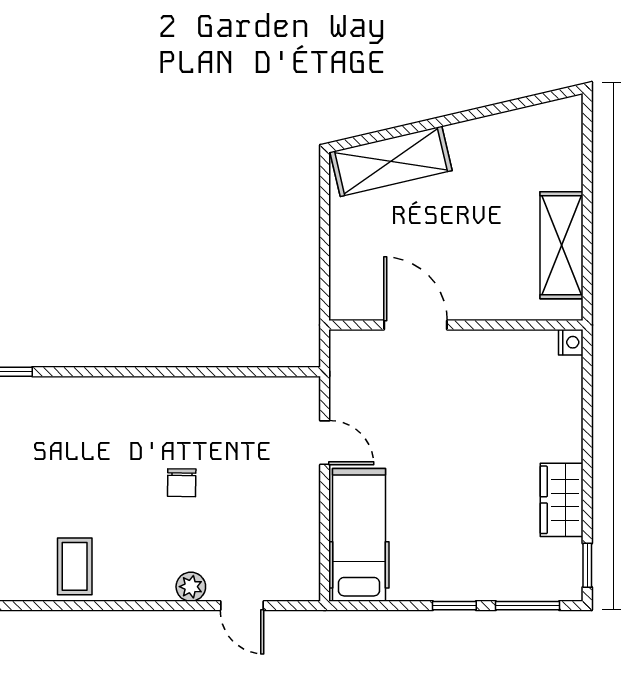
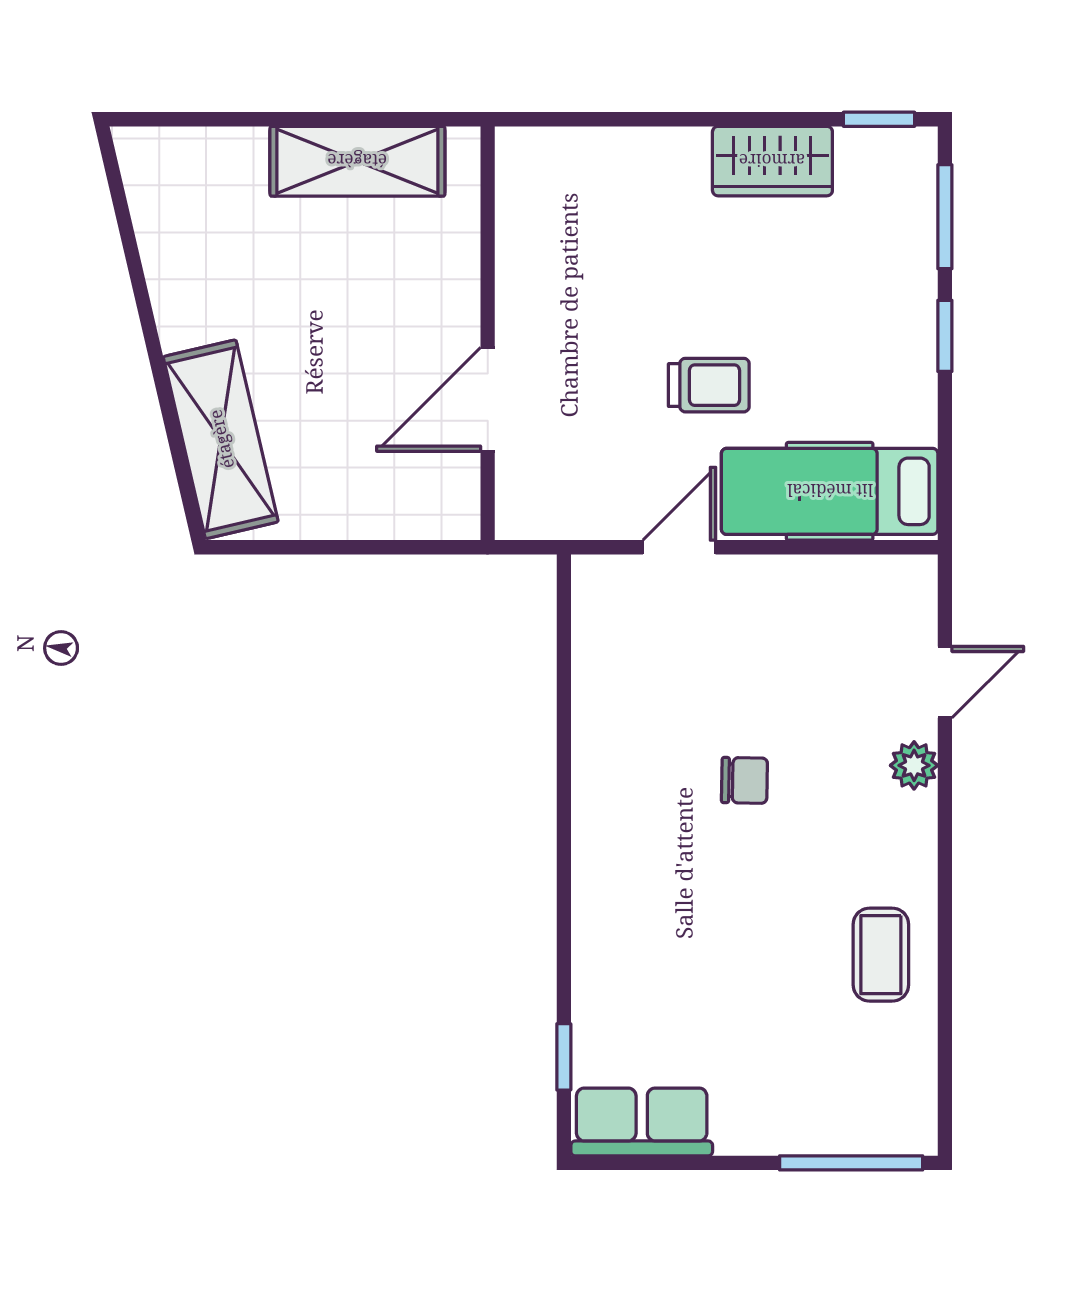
nightstand: (571, 342) -> (516, 146), removed
trolley: (424, 461) -> (709, 385), added
coffee table: (75, 566) -> (881, 955), turned 90

